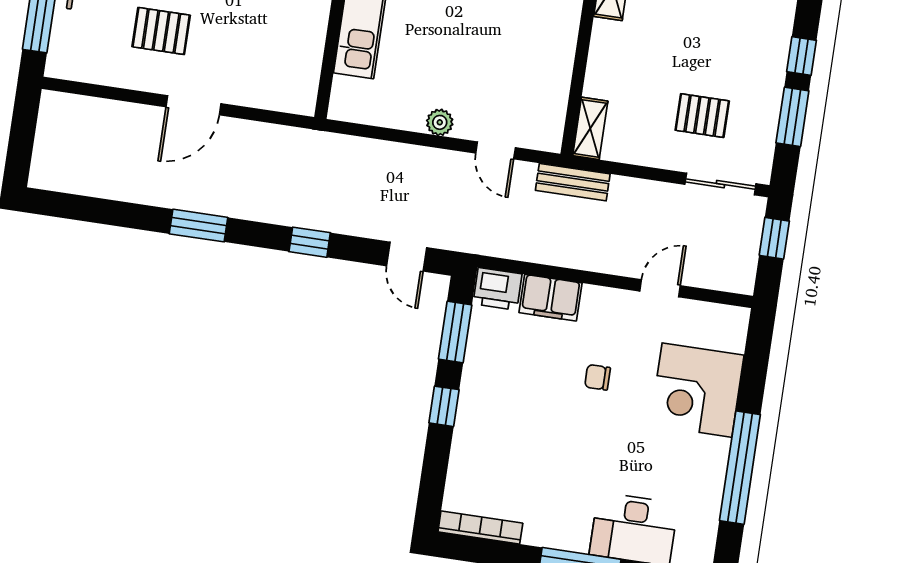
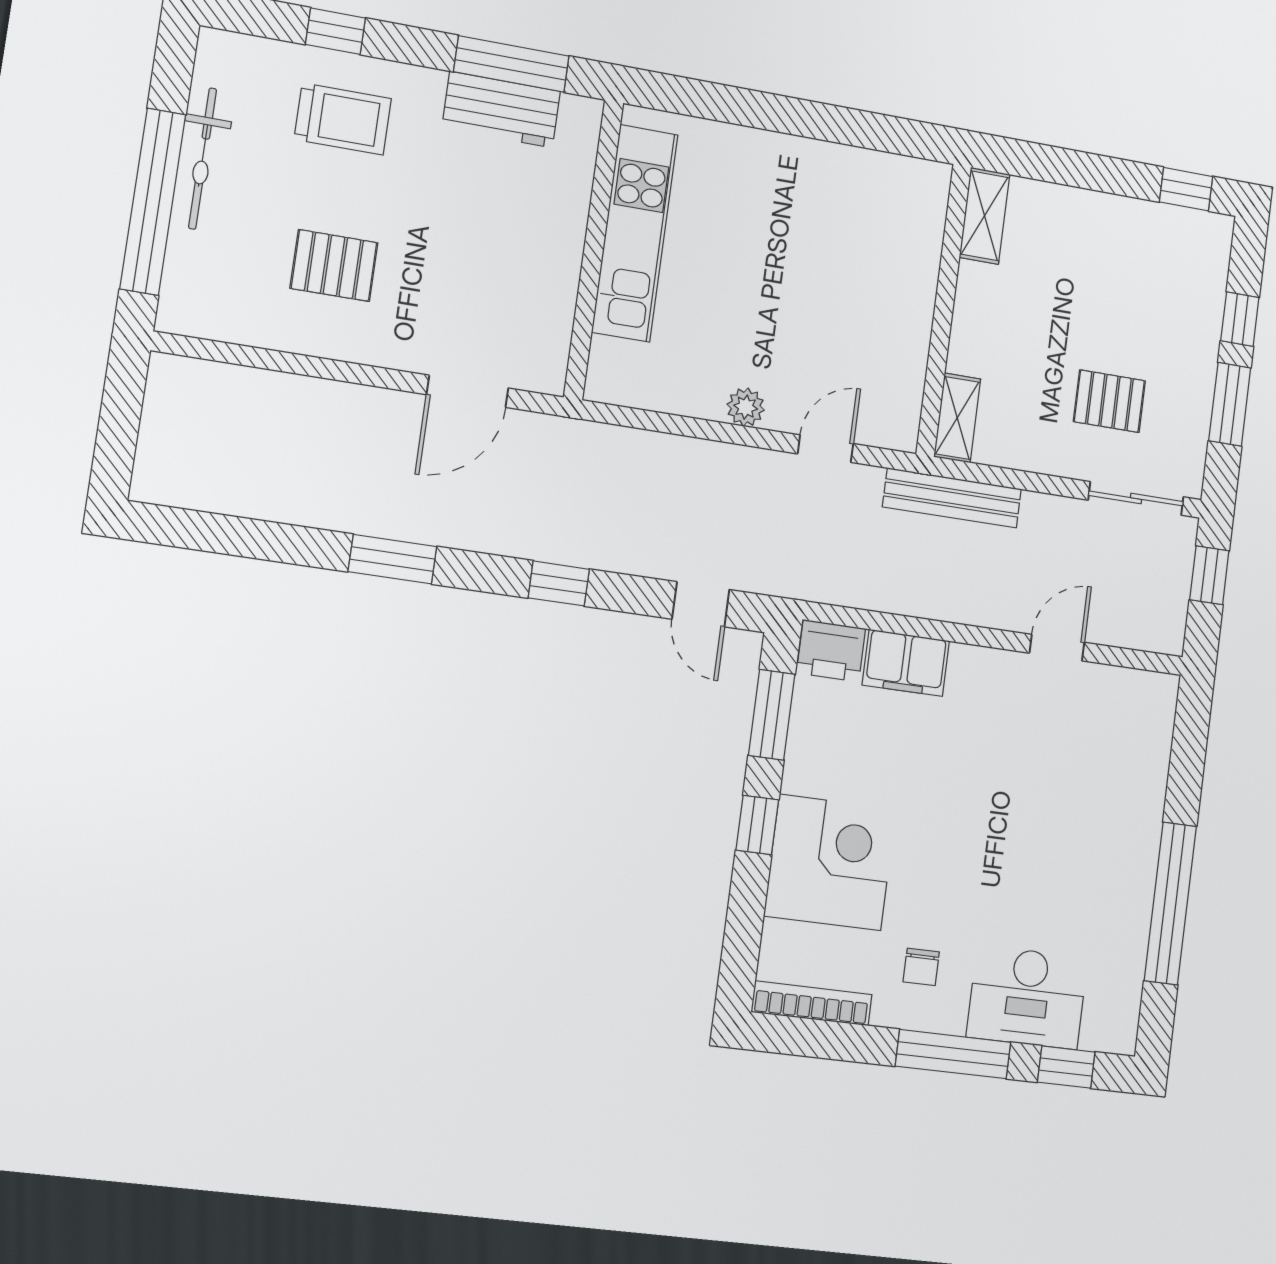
door: (193, 105) -> (468, 391), moved
door: (496, 150) -> (826, 449), swing flipped
bench: (573, 182) -> (952, 498), width x1.36
chair: (598, 377) -> (921, 967), moved, turned -90
corner desk: (697, 390) -> (830, 862), moved, turned 180

